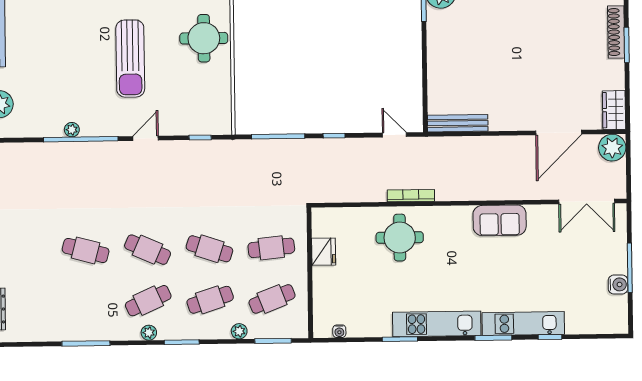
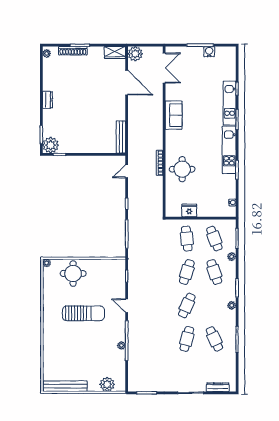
cafe table: (148, 301) -> (214, 339), moved

